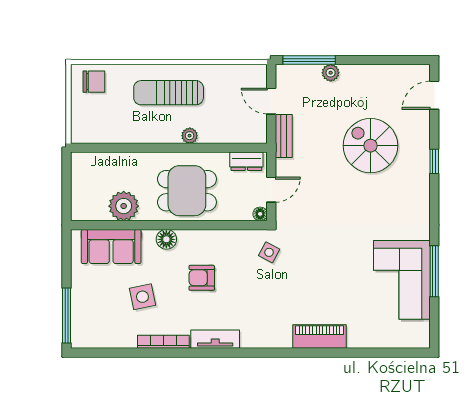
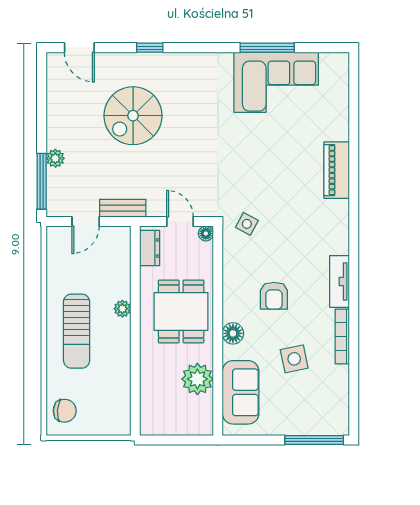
chair: (94, 82) -> (65, 411), turned 94

